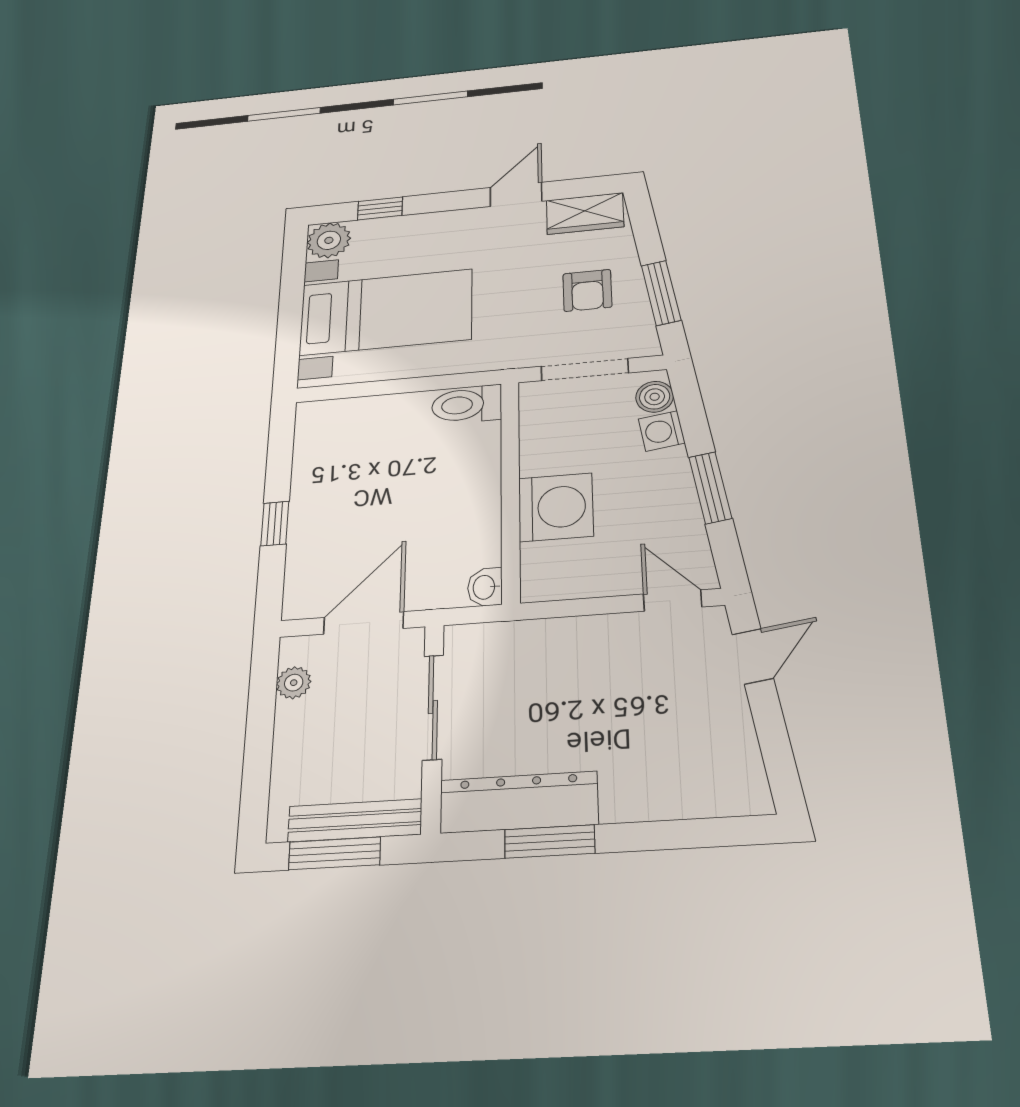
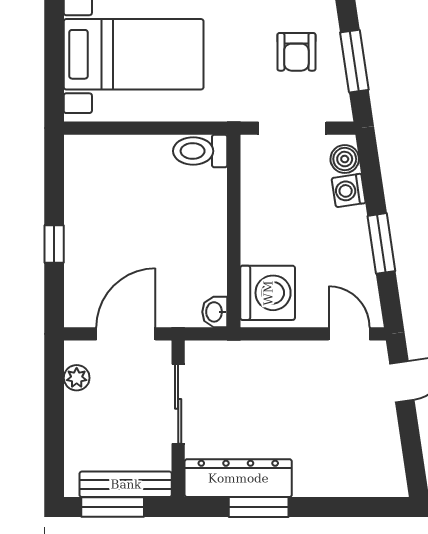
washing machine: (556, 507) -> (268, 293), moved

